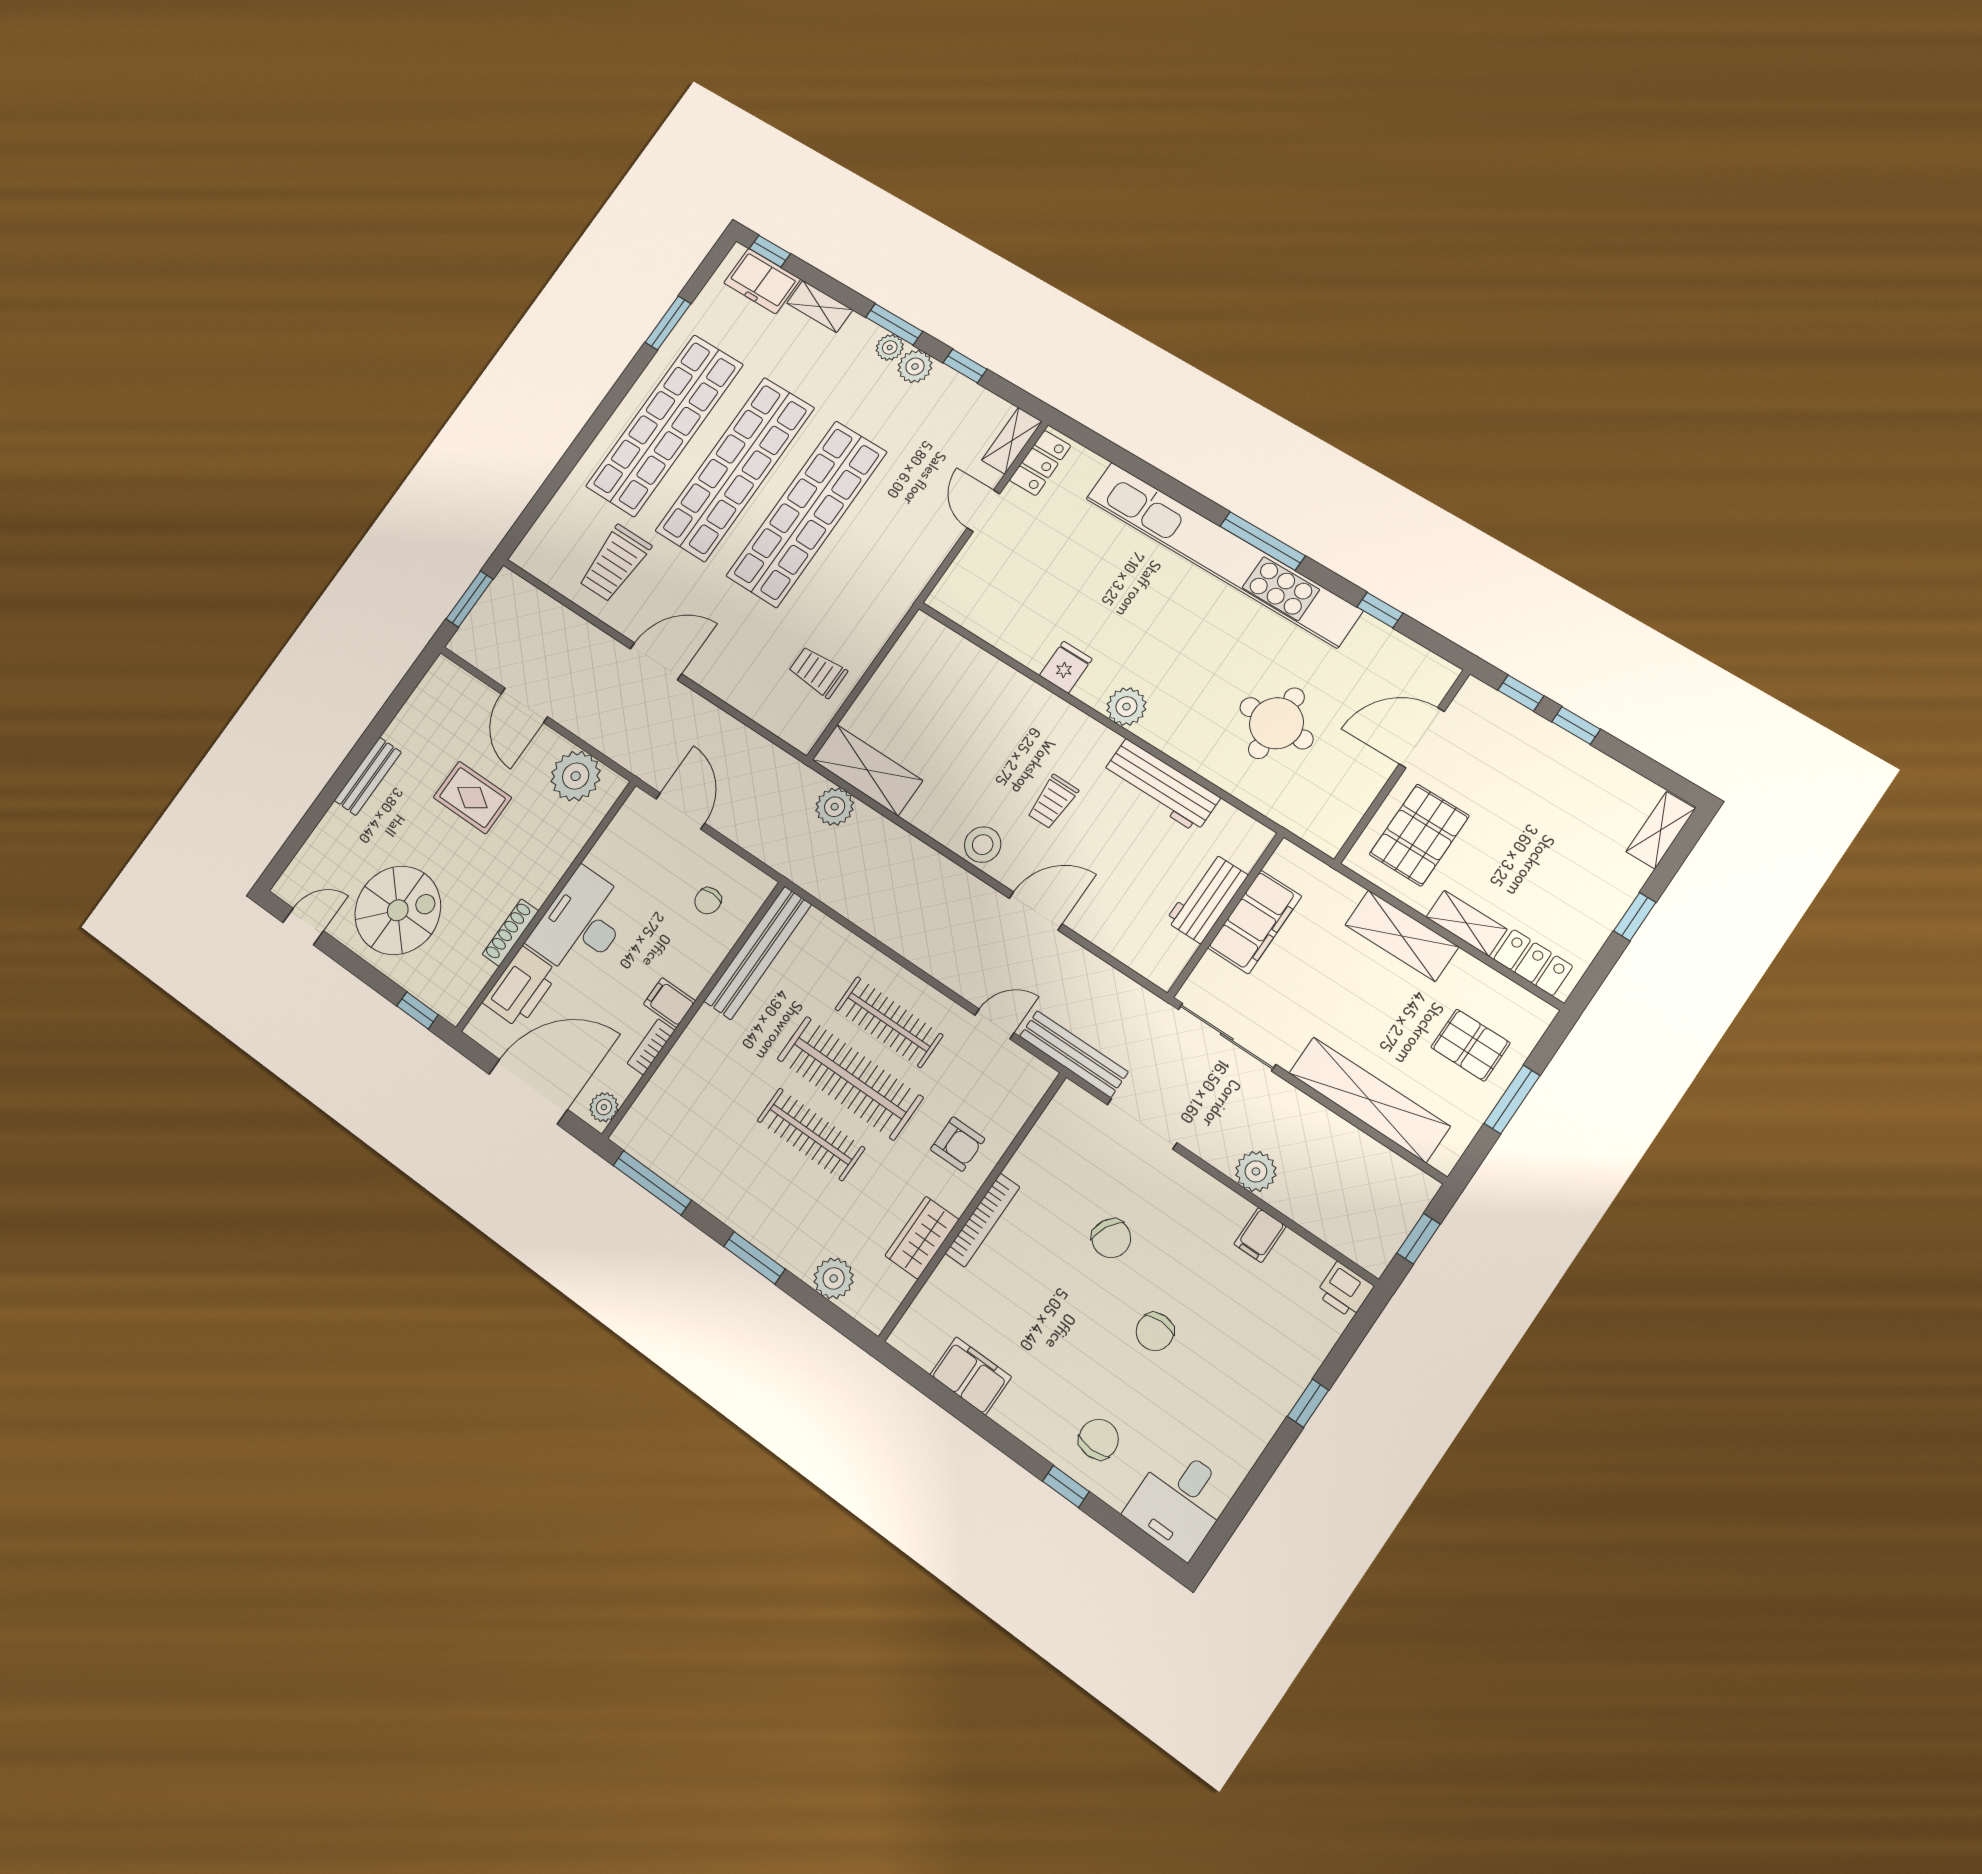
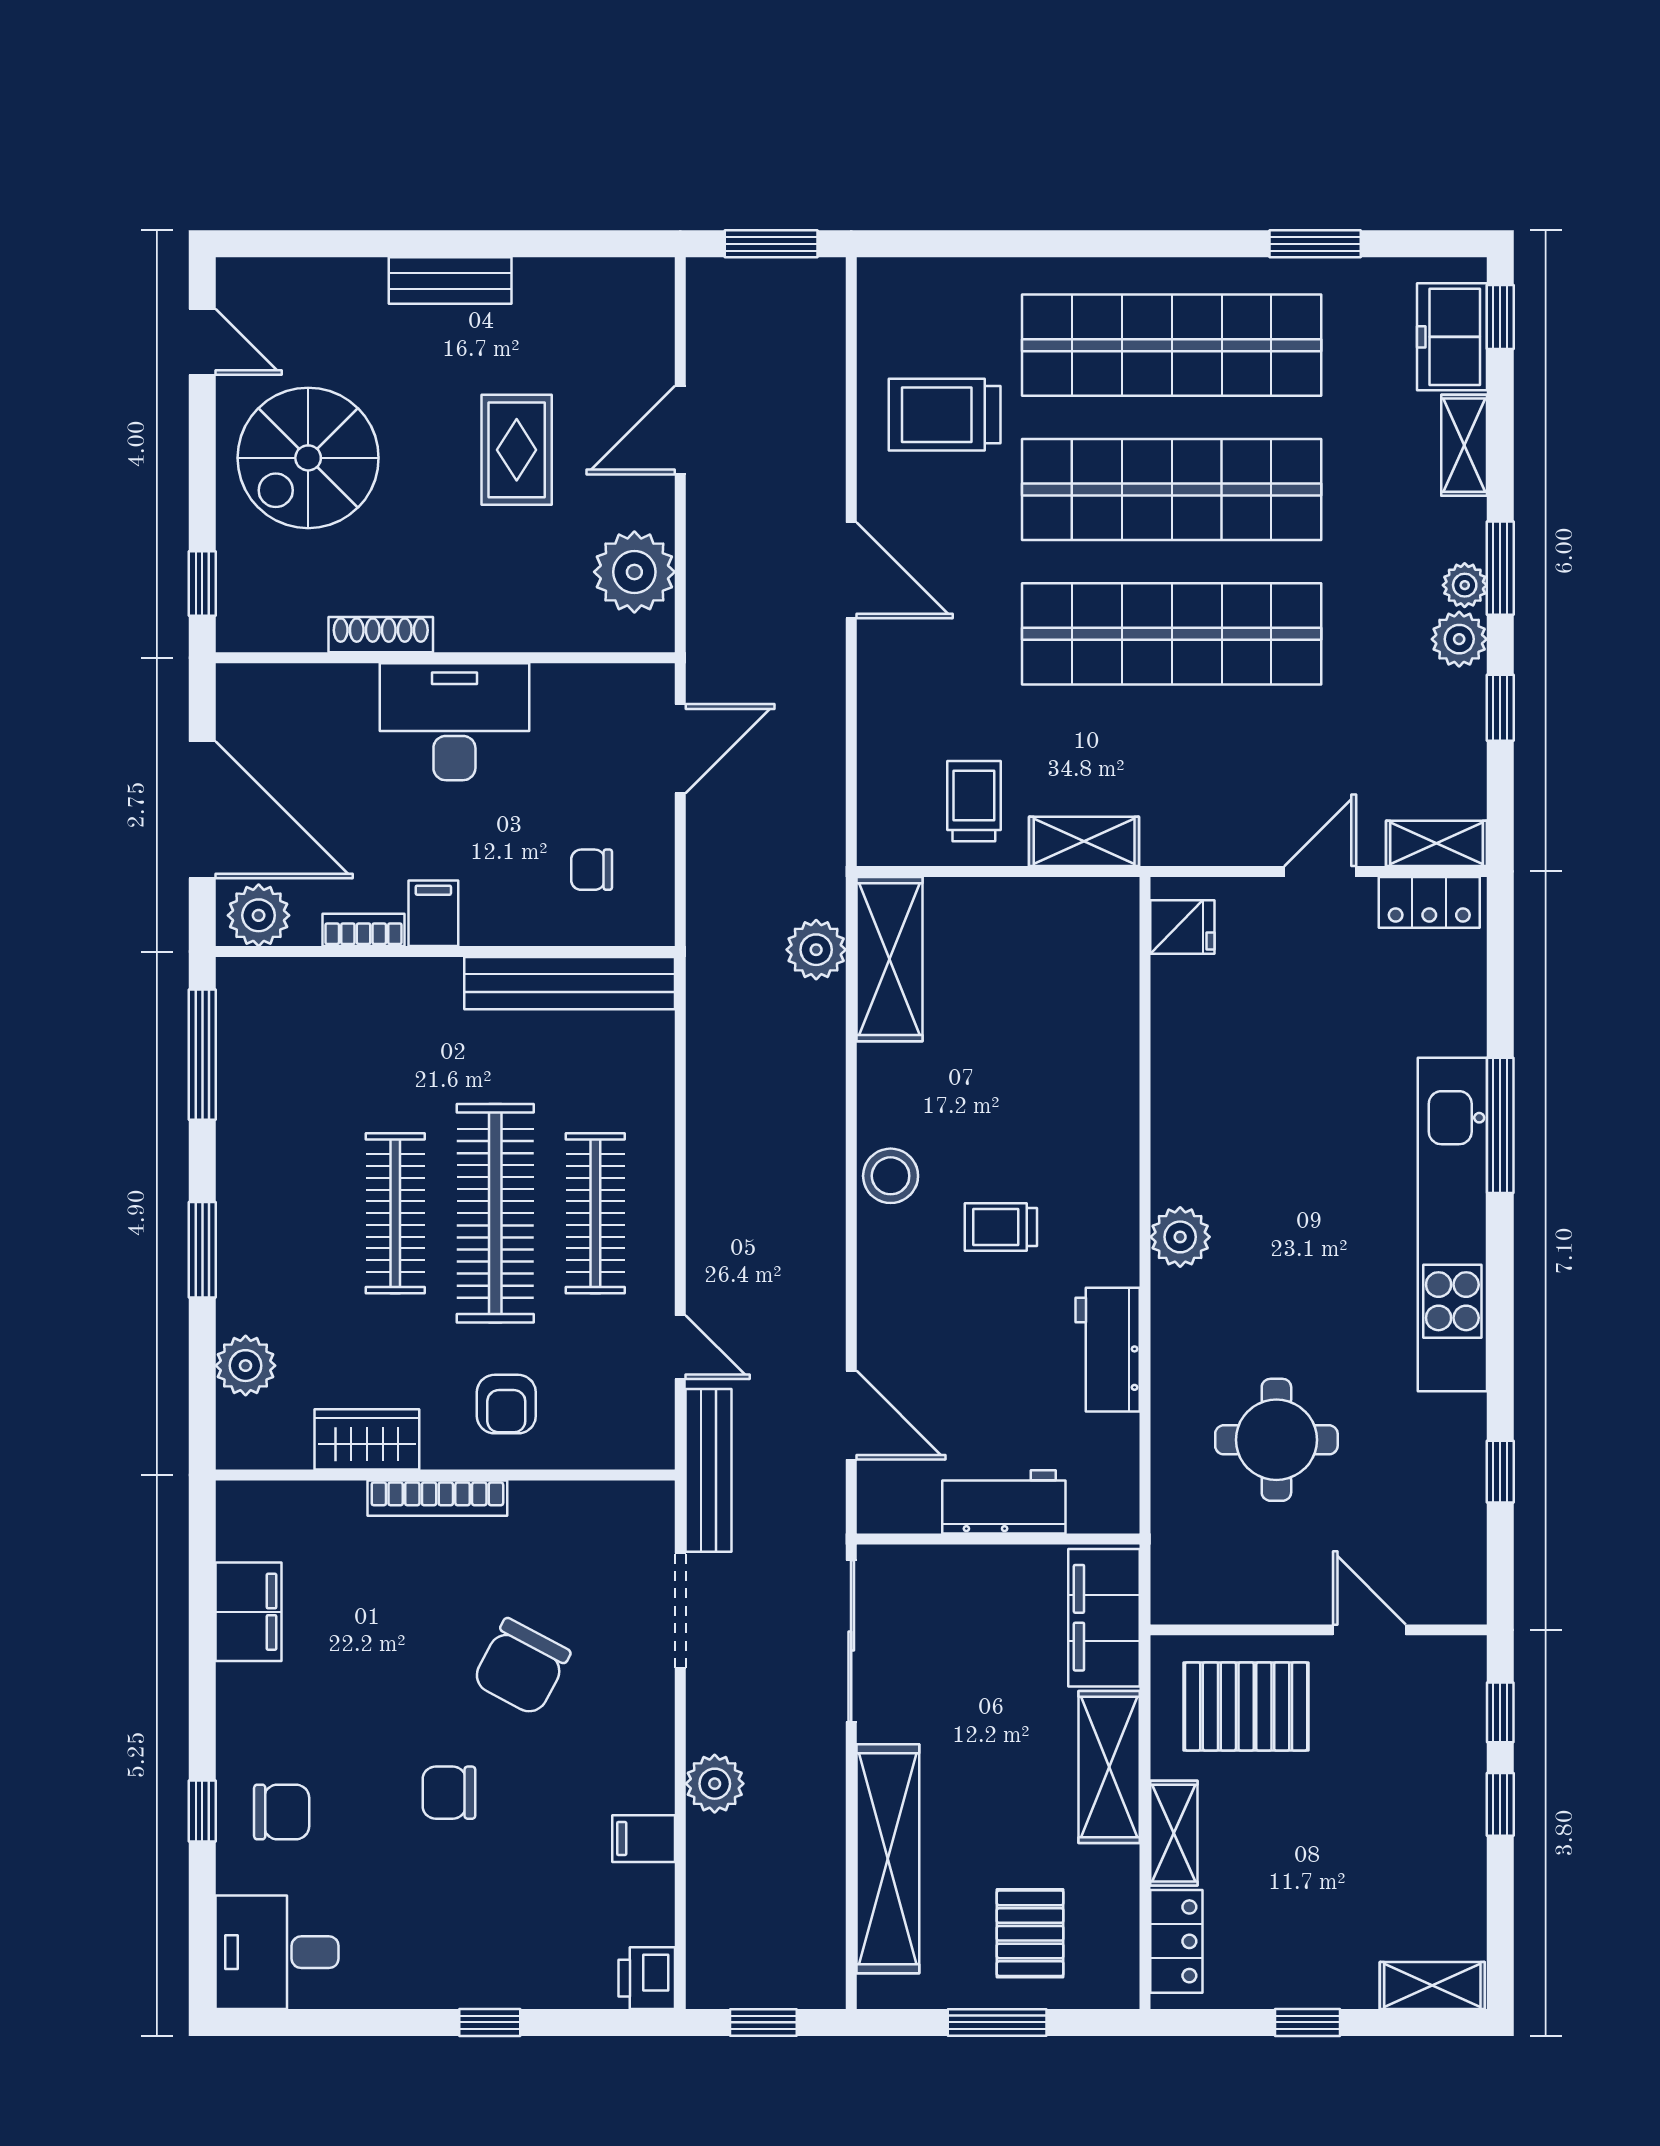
window: (1262, 541) -> (1500, 1125), moved
kitchen unit: (1223, 554) -> (1452, 1224), width x0.73
shelving: (880, 626) -> (1084, 841), added
fridge: (1066, 667) -> (1182, 927), moved
door: (1422, 738) -> (1369, 1630), width x0.73
workbench: (1161, 786) -> (1108, 1350), width x0.73
spiral stairs: (398, 910) -> (308, 458), turned 90
door: (1036, 911) -> (851, 1415), moved
filing cabinet: (1255, 922) -> (1104, 1618), moved, turned 90
printer: (521, 987) -> (322, 701), removed
plant: (604, 1107) -> (259, 915), width x1.38, depth x1.38
chair: (1111, 1238) -> (521, 1667), width x1.37, depth x1.37

